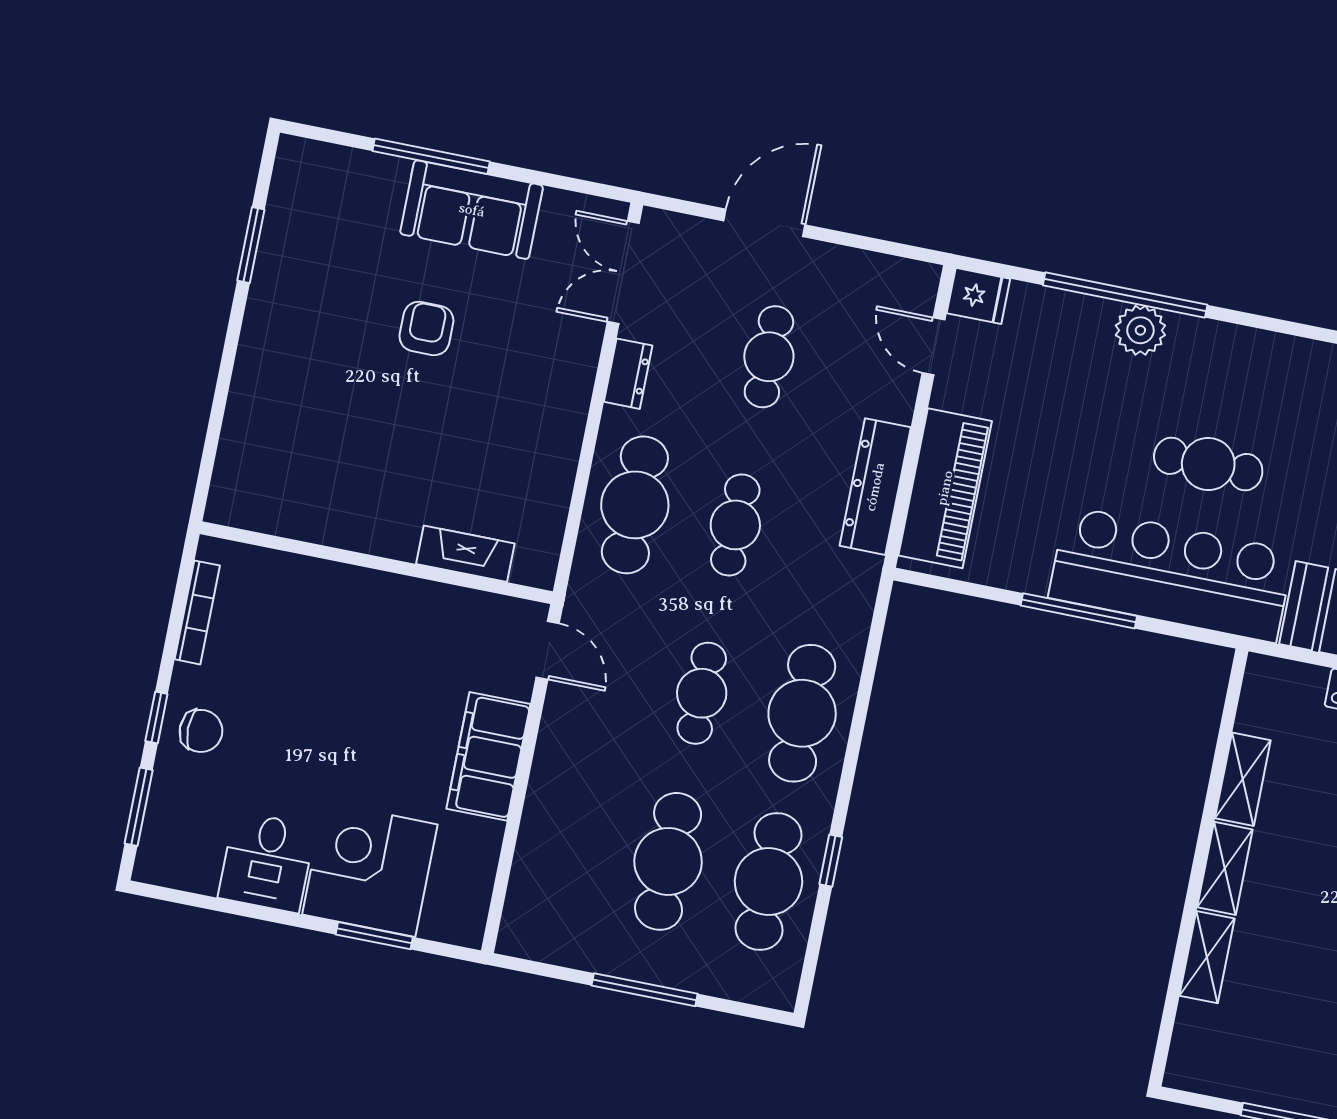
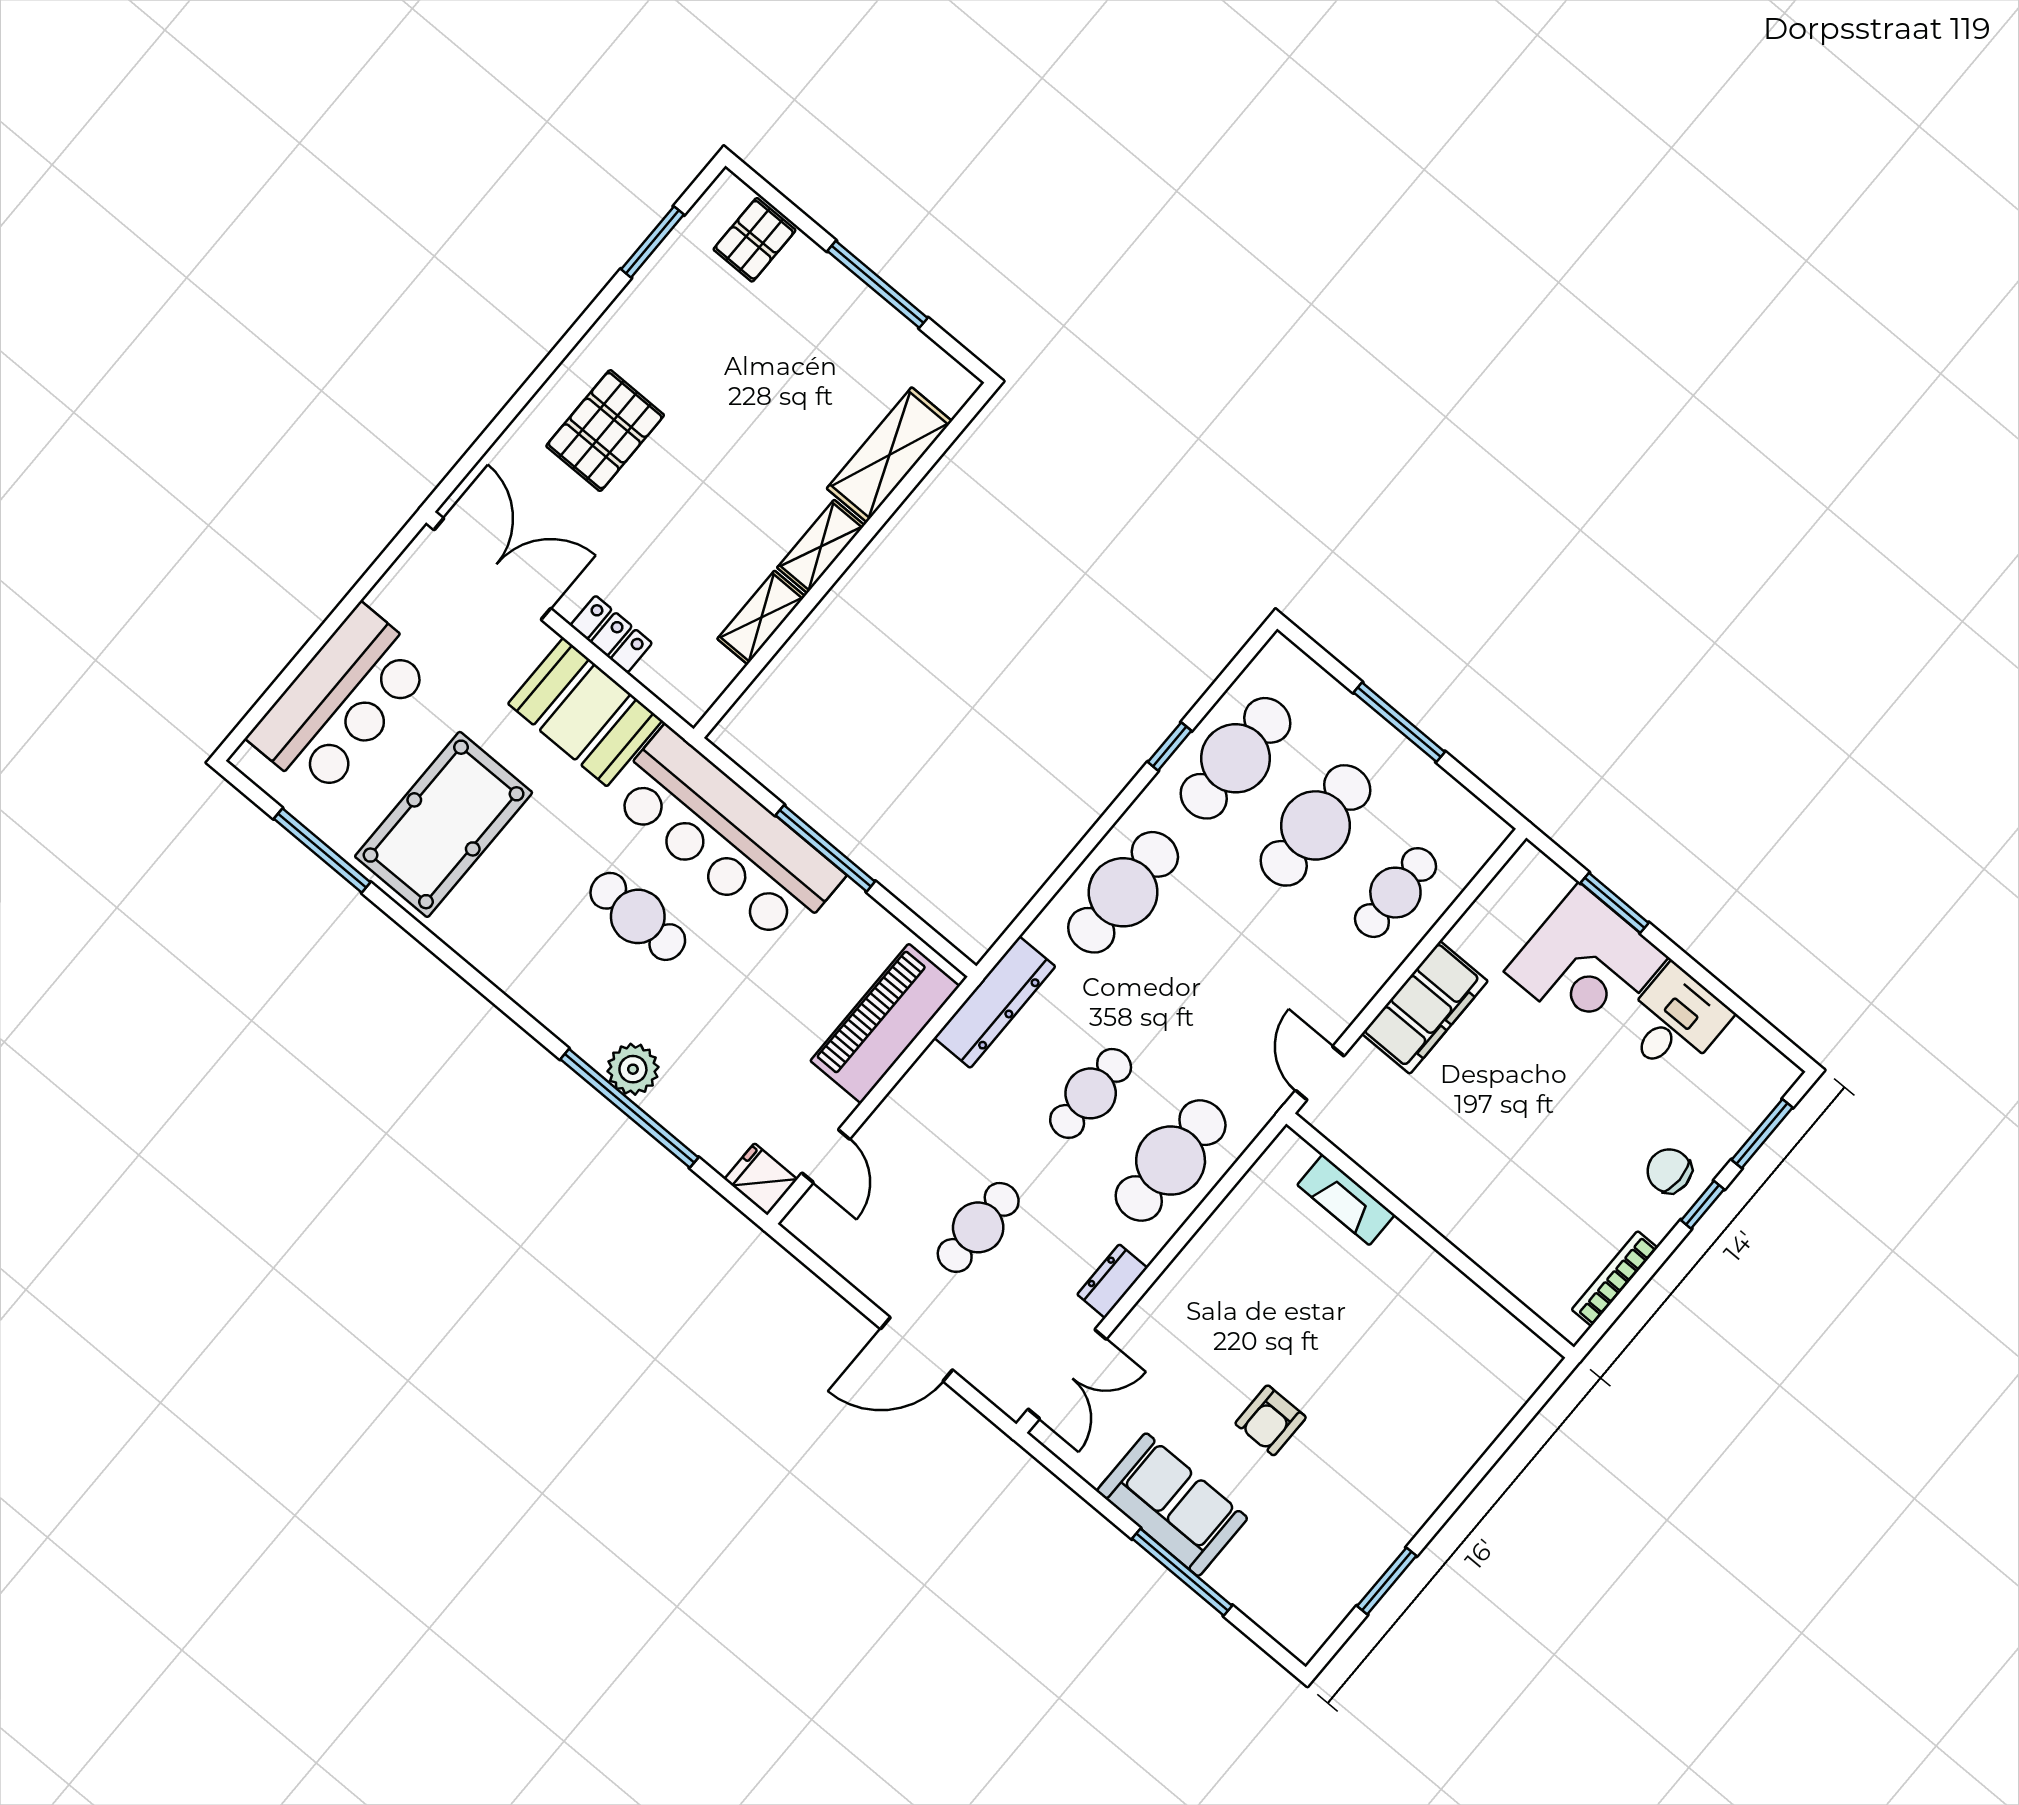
dresser: (875, 487) -> (995, 1002), moved
cafe table: (702, 693) -> (1395, 893), moved
shelving: (1207, 957) -> (889, 455), width x1.50, depth x1.33

